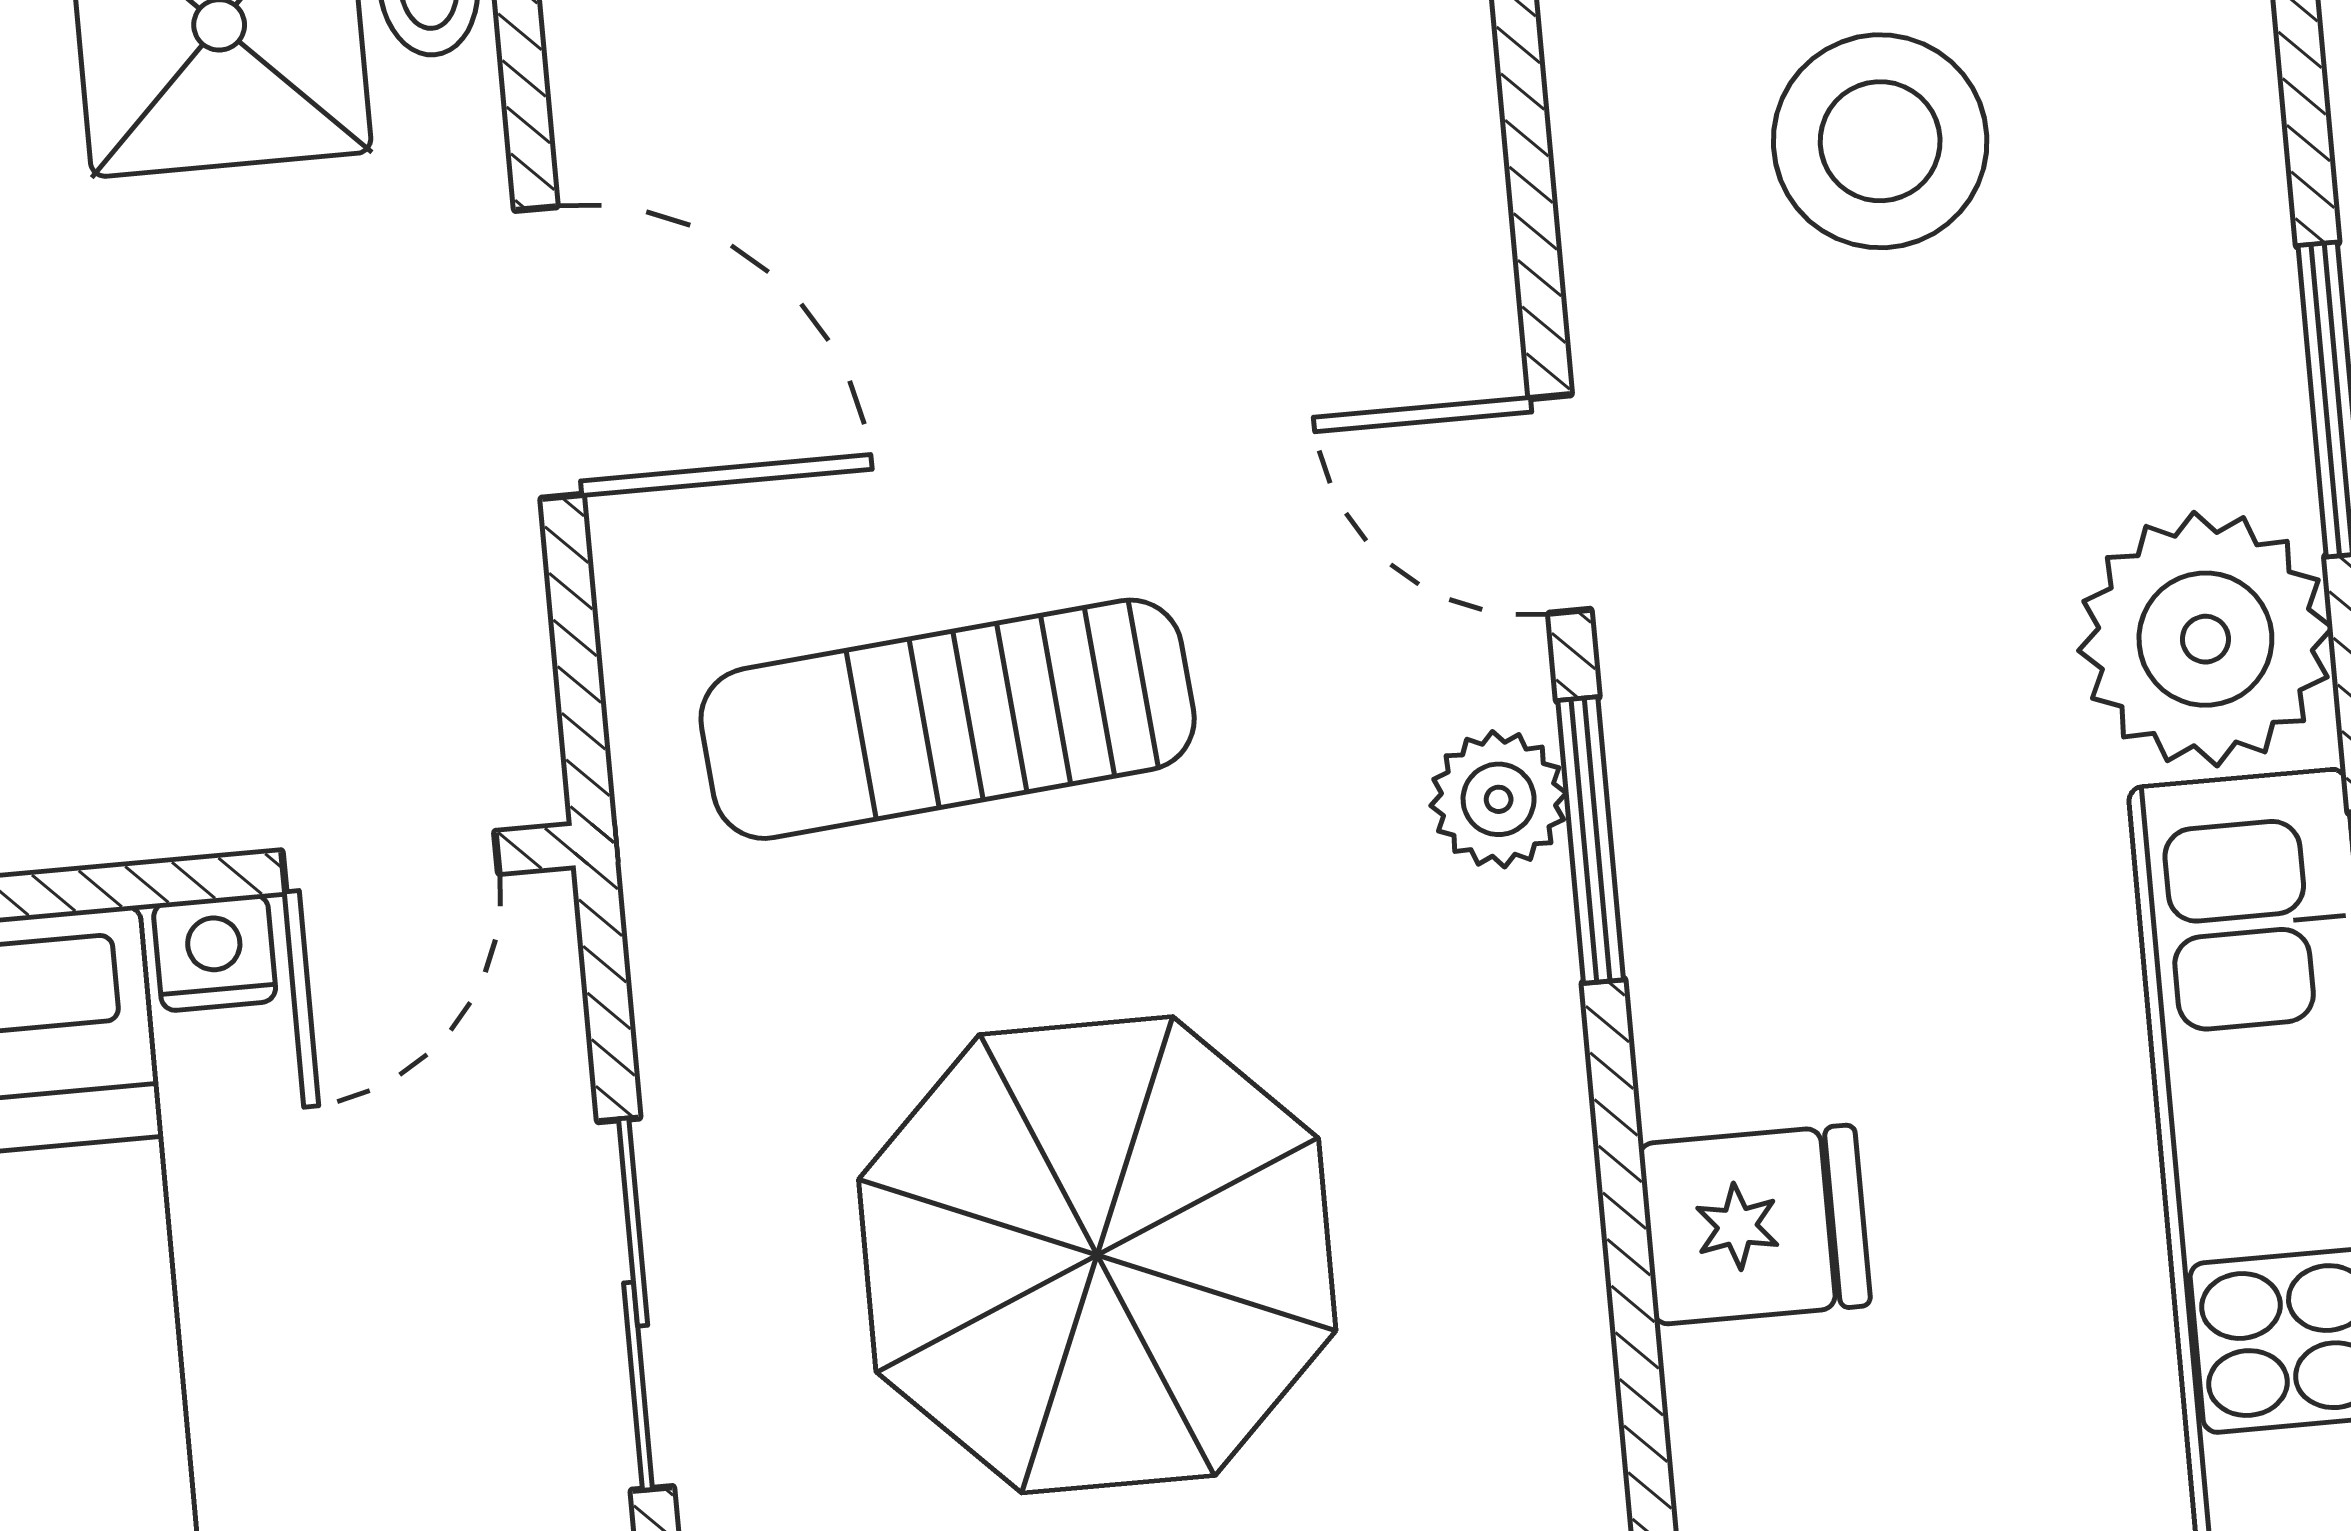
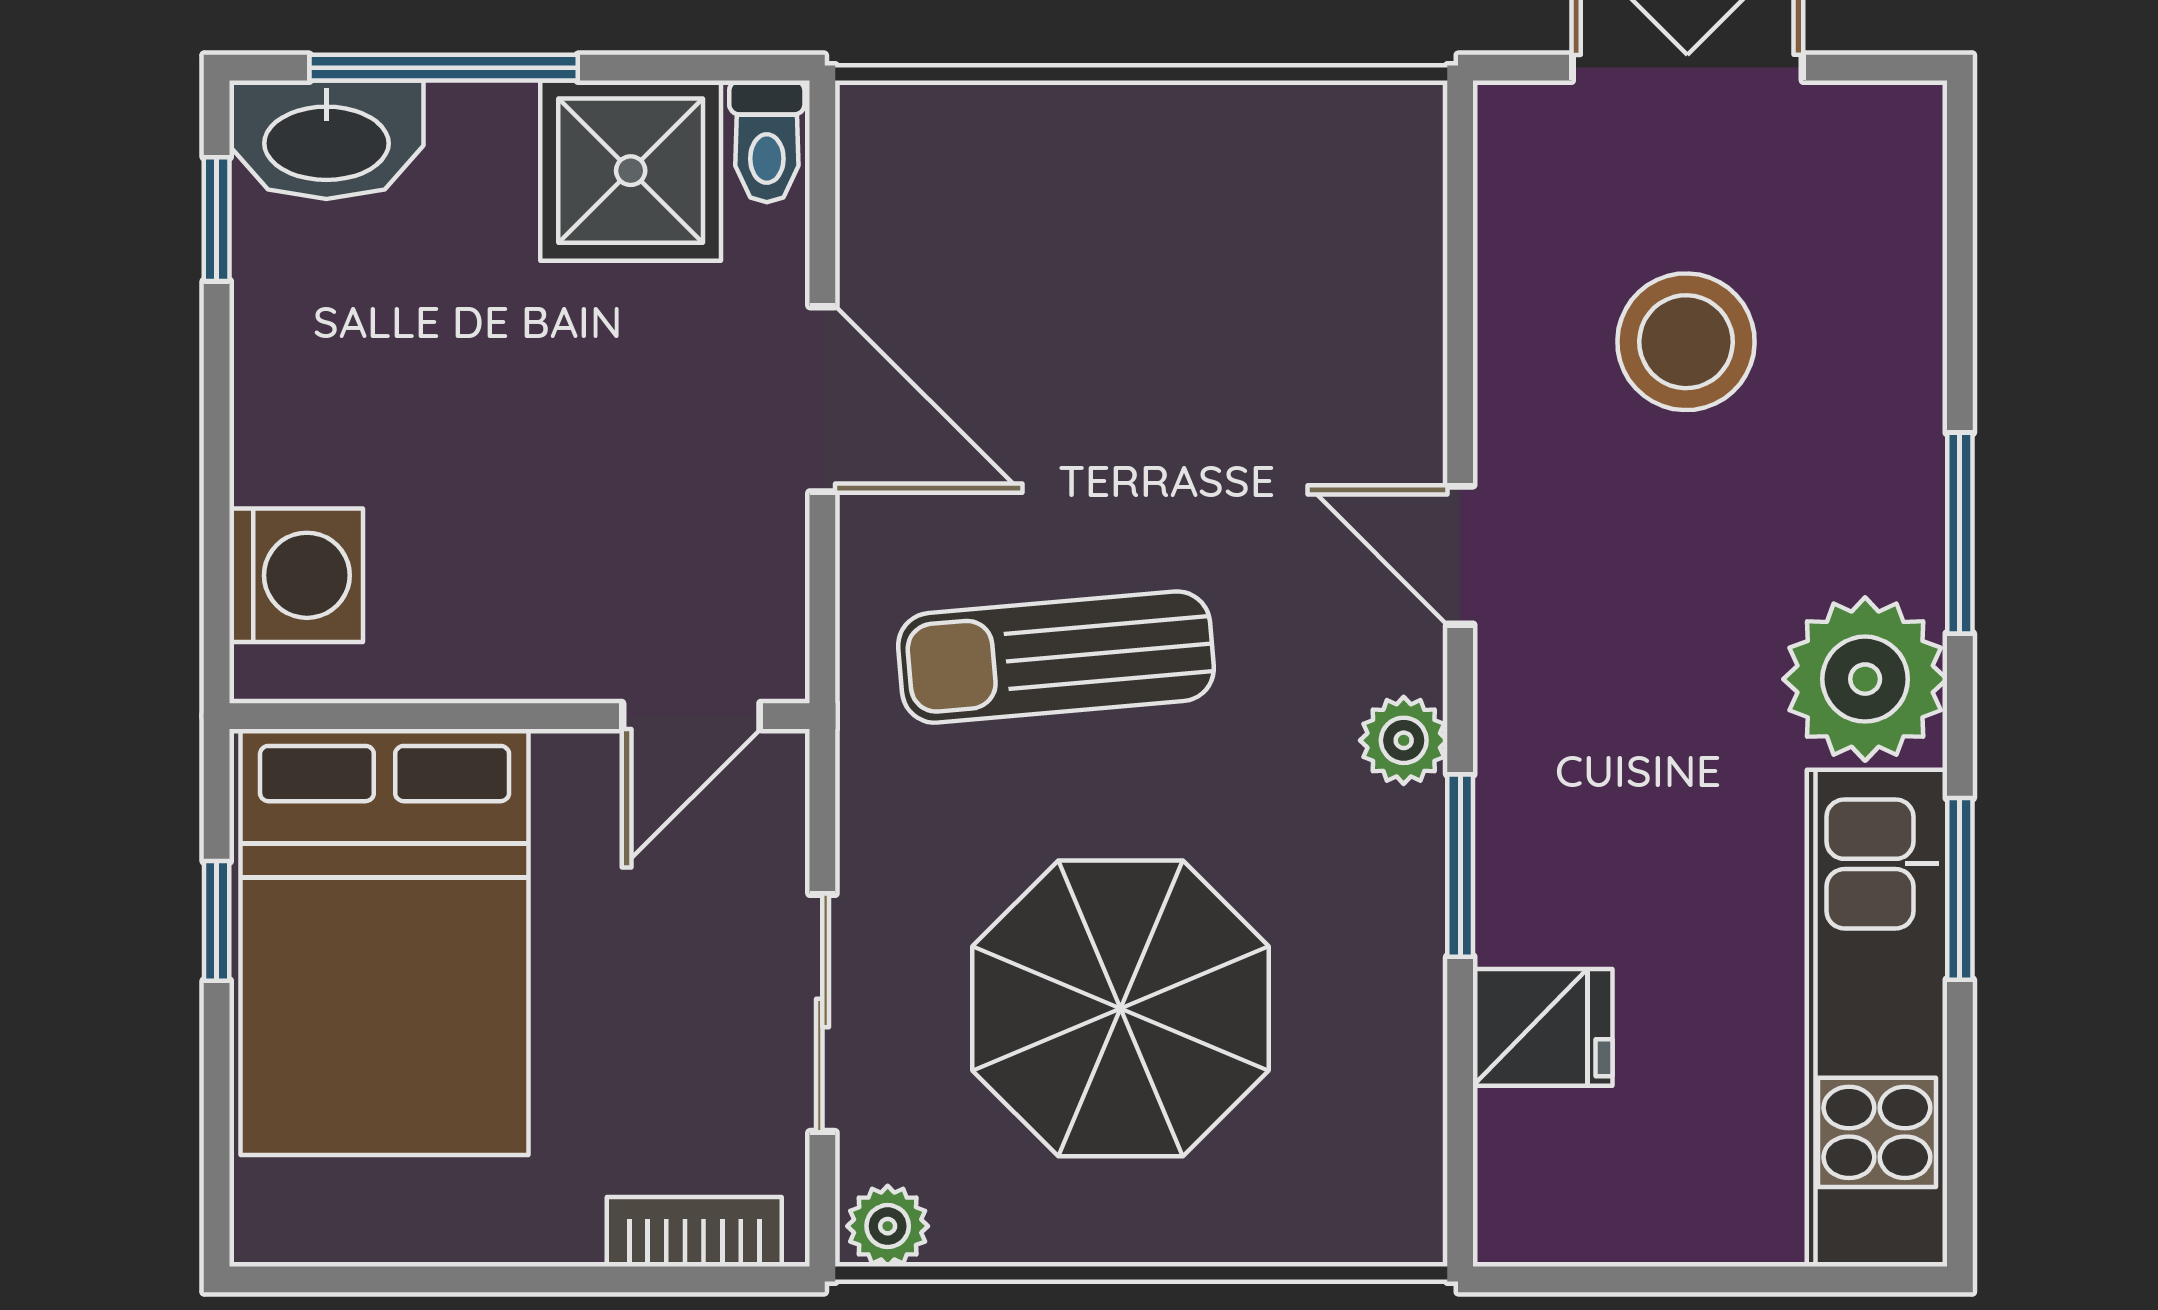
window: (1591, 840) -> (1460, 866), moved
nightstand: (215, 953) -> (574, 764), removed

